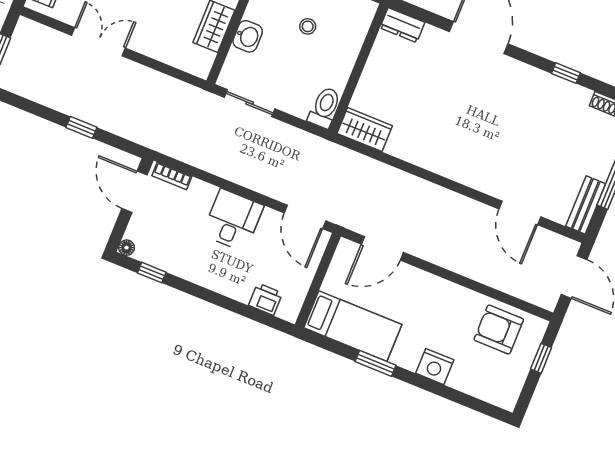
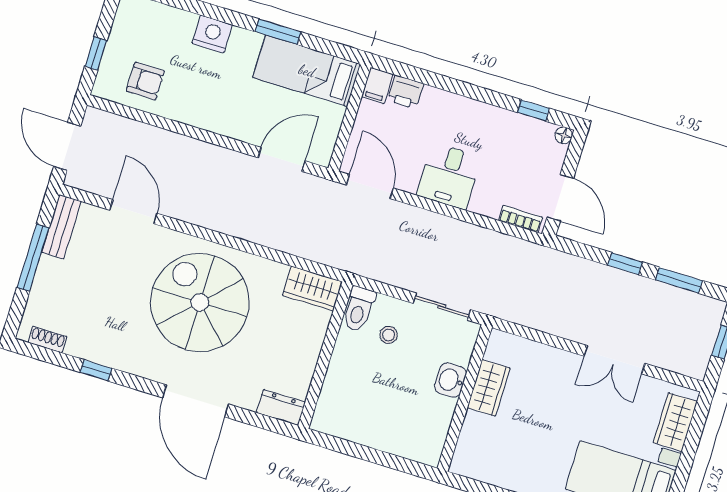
stool: (308, 26) -> (389, 335), moved
window: (34, 108) -> (679, 280), added
spiral stairs: (467, 126) -> (200, 302), added
filing cabinet: (290, 307) -> (377, 86), added
armchair: (499, 330) -> (145, 81), width x0.72, depth x0.72

